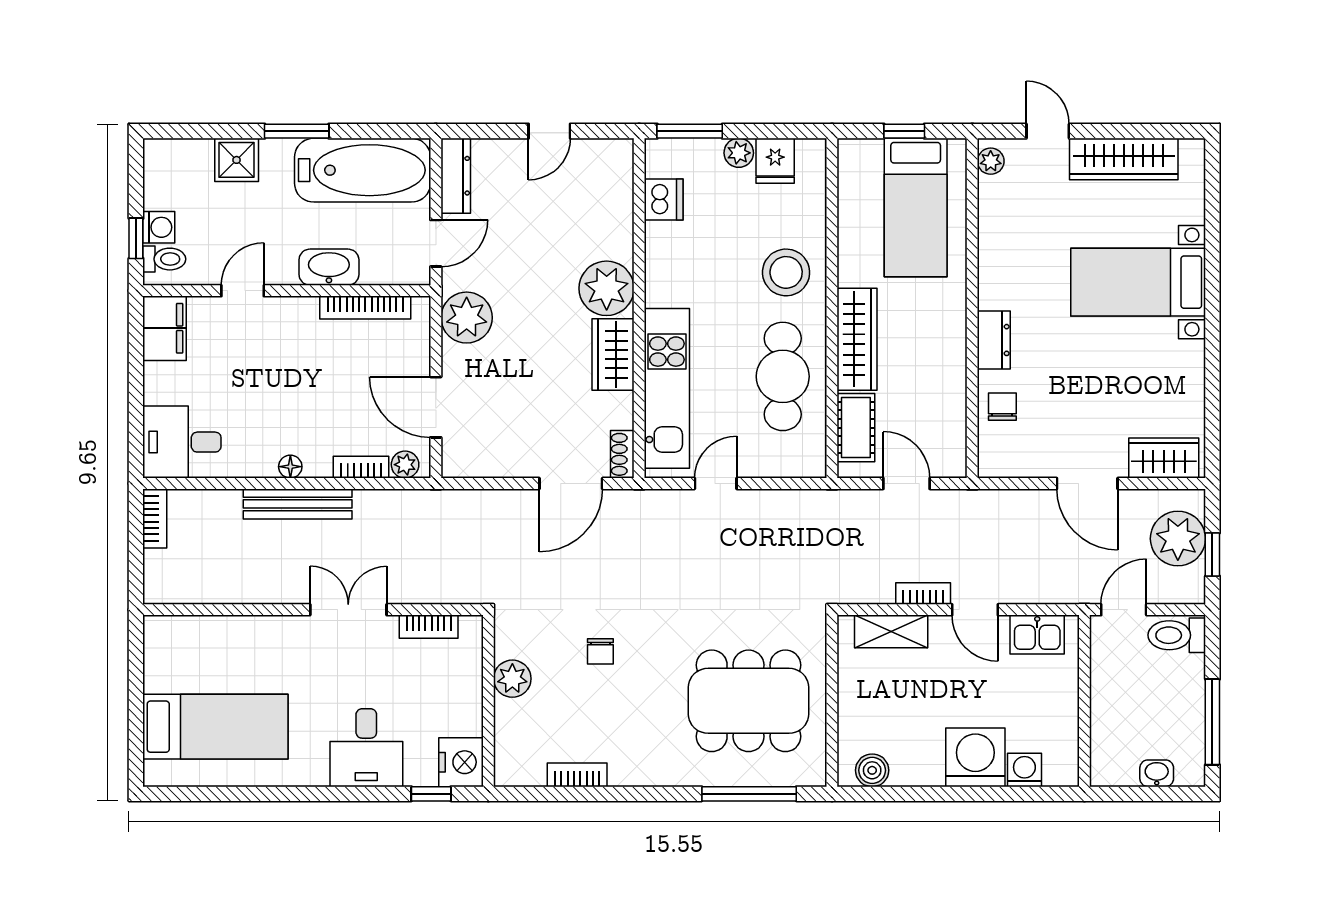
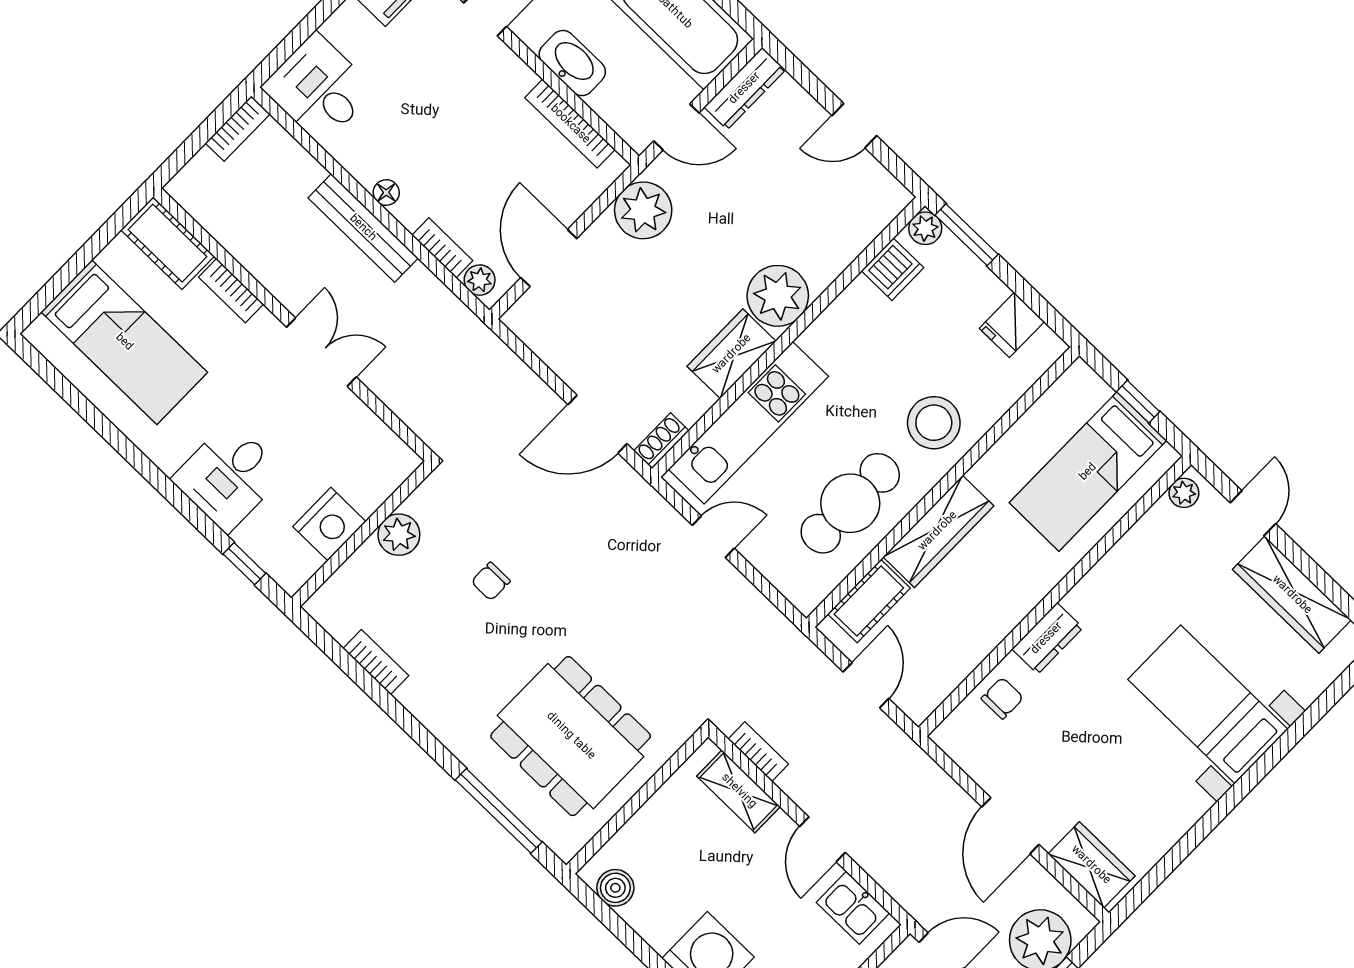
plant: (739, 153) -> (925, 228), moved
bookcase: (923, 594) -> (758, 752), moved
bookcase: (429, 627) -> (231, 291), moved
cot: (181, 636) -> (168, 243), added
nightstand: (461, 762) -> (329, 524), moved

